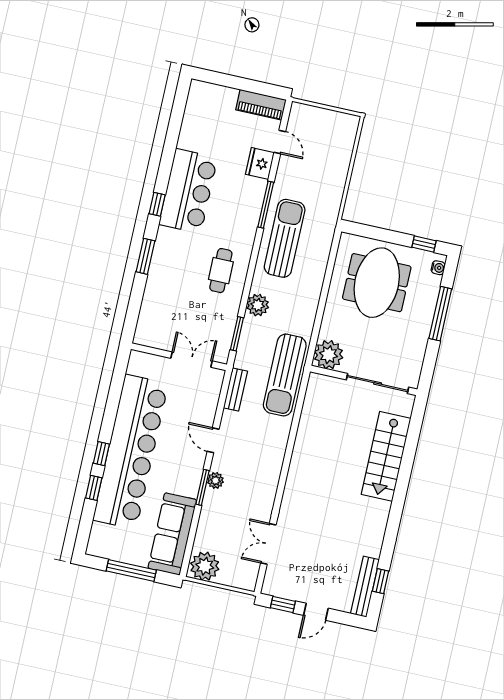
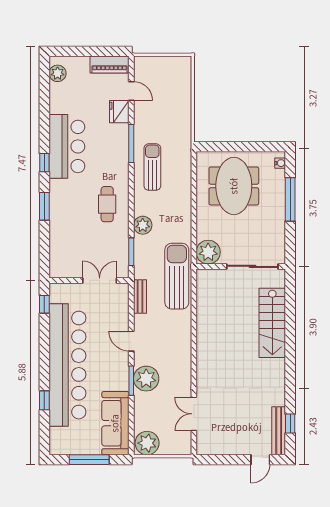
plant: (197, 101) -> (58, 73), added
sun lounger: (285, 238) -> (152, 167), width x0.73, depth x0.75
window: (424, 244) -> (265, 147), removed
sun lounger: (285, 375) -> (177, 276), turned 180
window: (101, 454) -> (44, 304), moved
plant: (215, 480) -> (146, 379), width x1.87, depth x1.87
window: (283, 604) -> (216, 460), removed
door: (316, 612) -> (260, 460), moved

